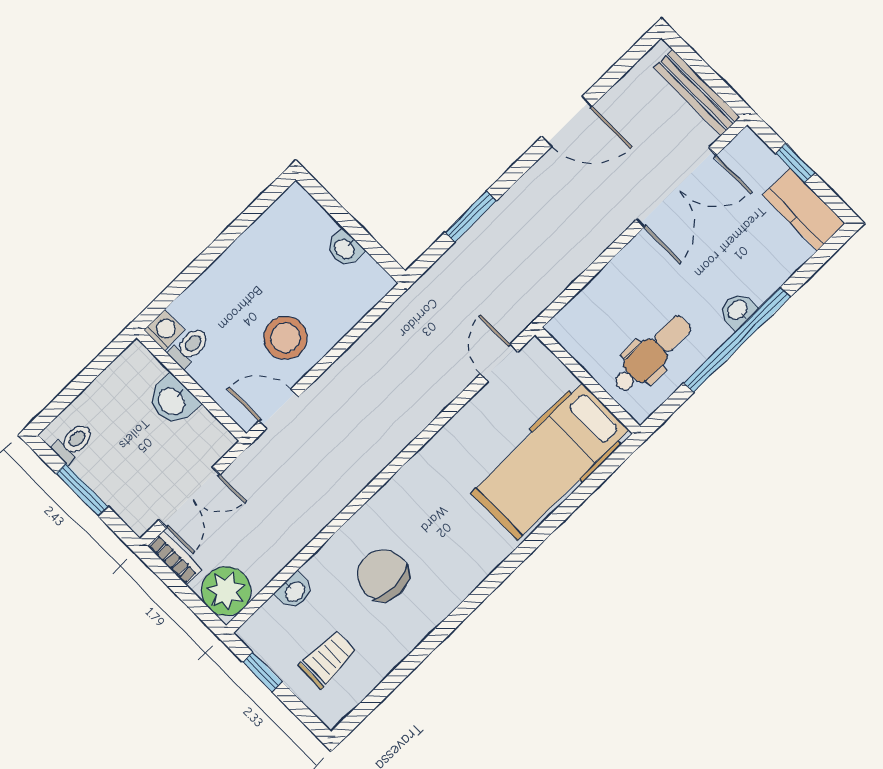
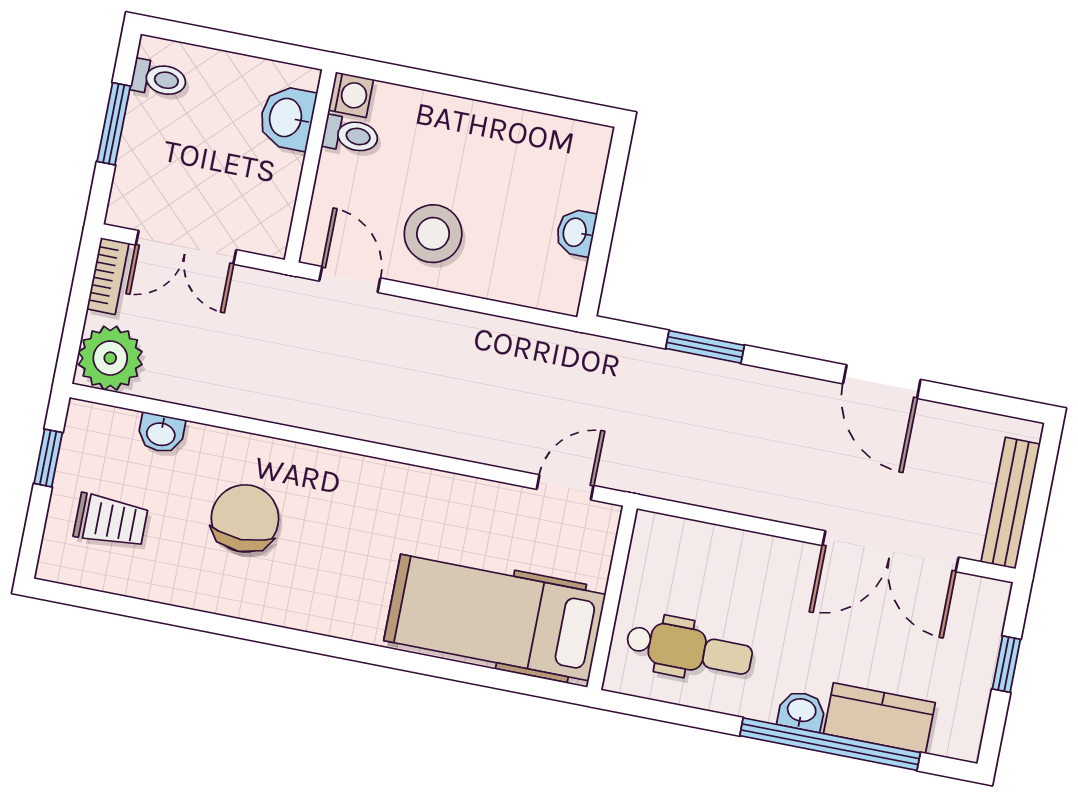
kitchen counter: (804, 209) -> (879, 718), moved, turned 90
window: (737, 340) -> (830, 744), moved
washbasin: (172, 401) -> (287, 118), moved

